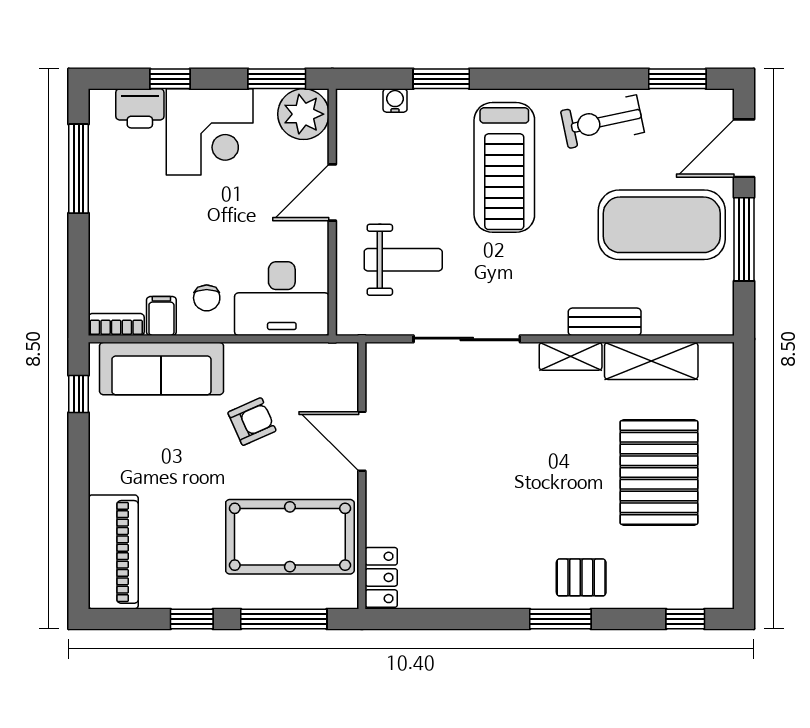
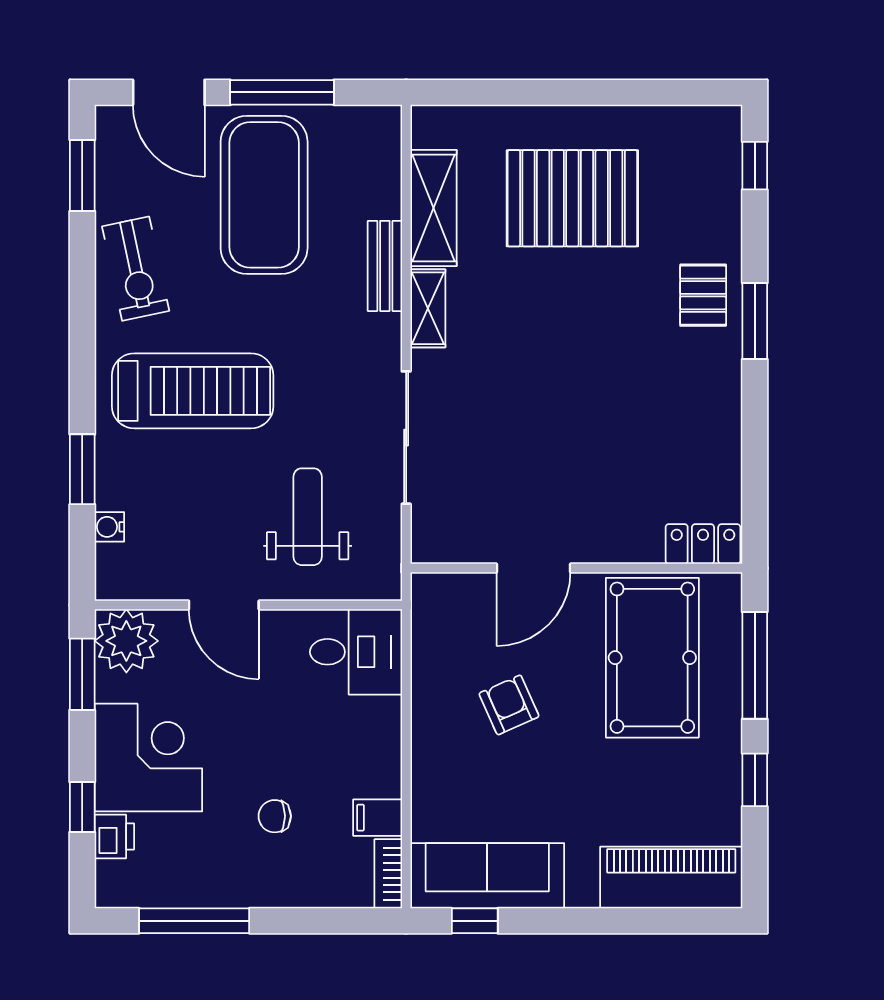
printer: (140, 108) -> (114, 836), width x0.73, depth x0.81
chair: (207, 298) -> (275, 816), moved, turned 180
desk: (282, 299) -> (356, 652), width x0.73
sofa: (161, 369) -> (487, 876), moved, turned -90

